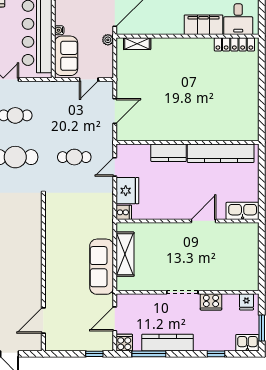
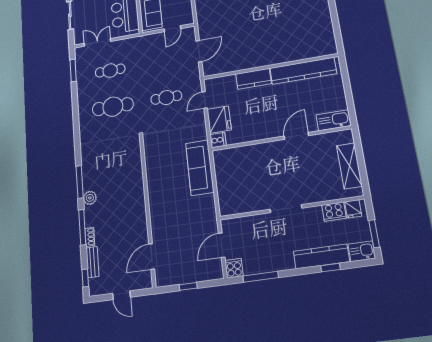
shelving: (125, 254) -> (349, 166), moved
sofa: (102, 267) -> (200, 168), moved
cooker: (211, 302) -> (334, 212), moved
kitchen counter: (168, 343) -> (321, 256), moved
window: (94, 354) -> (188, 286), moved

